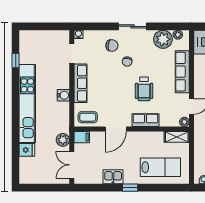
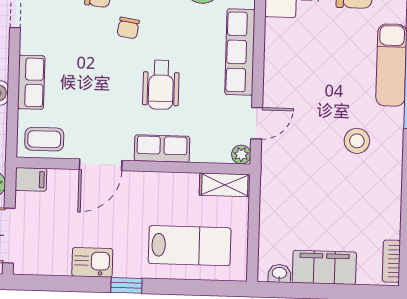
row of seats: (80, 83) -> (31, 82), width x0.68

